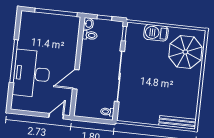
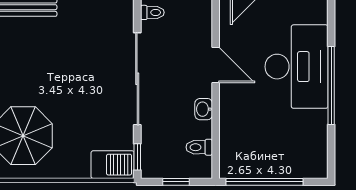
washbasin: (88, 24) -> (204, 109), moved
barbecue: (156, 33) -> (113, 165), moved
door: (76, 79) -> (216, 65), hinge flipped

